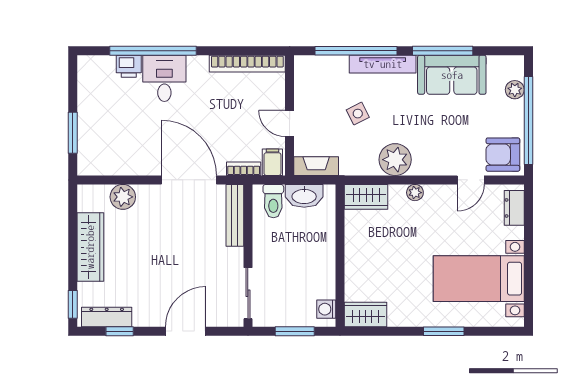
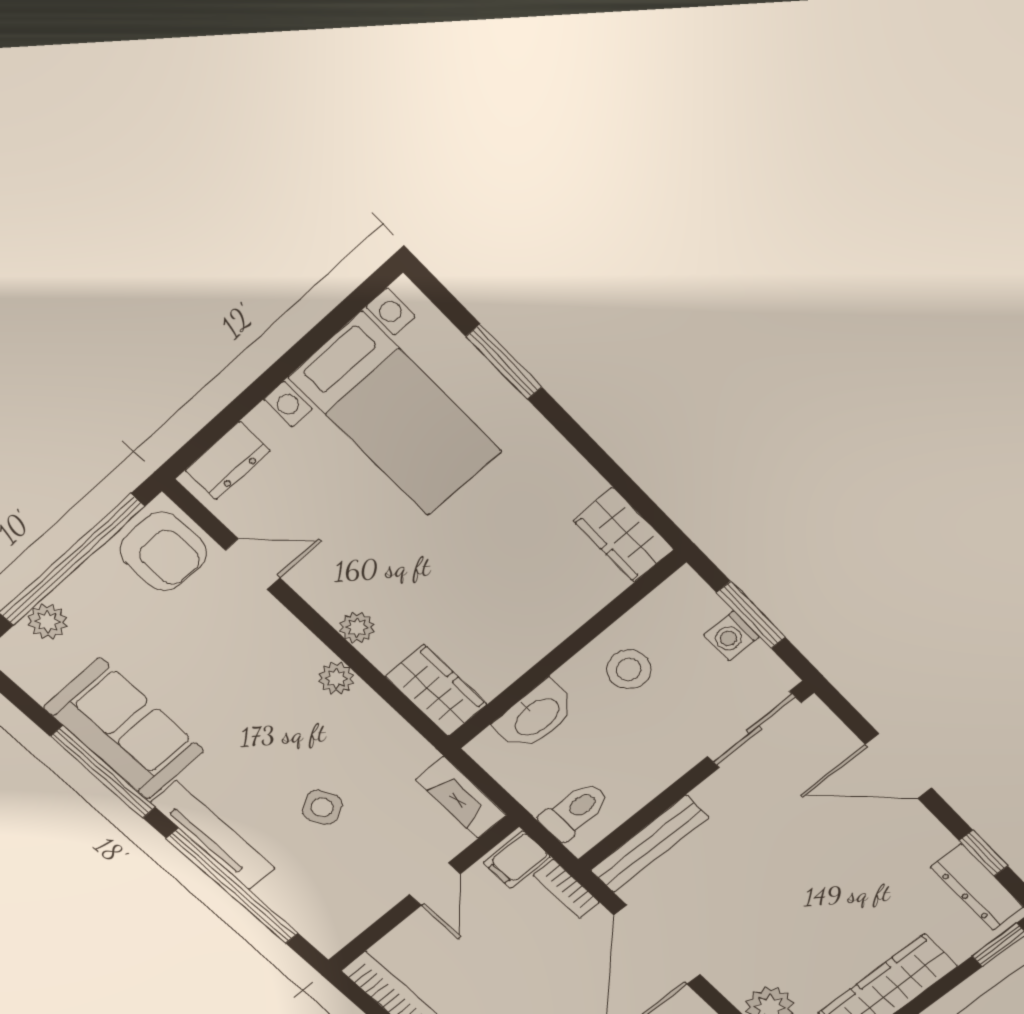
plant: (395, 160) -> (336, 678), width x0.53, depth x0.53
washbasin: (304, 196) -> (536, 716), moved, turned 90
stool: (313, 271) -> (629, 669), added
washing machine: (326, 309) -> (731, 636), moved, turned 90
window: (444, 331) -> (504, 362), moved

